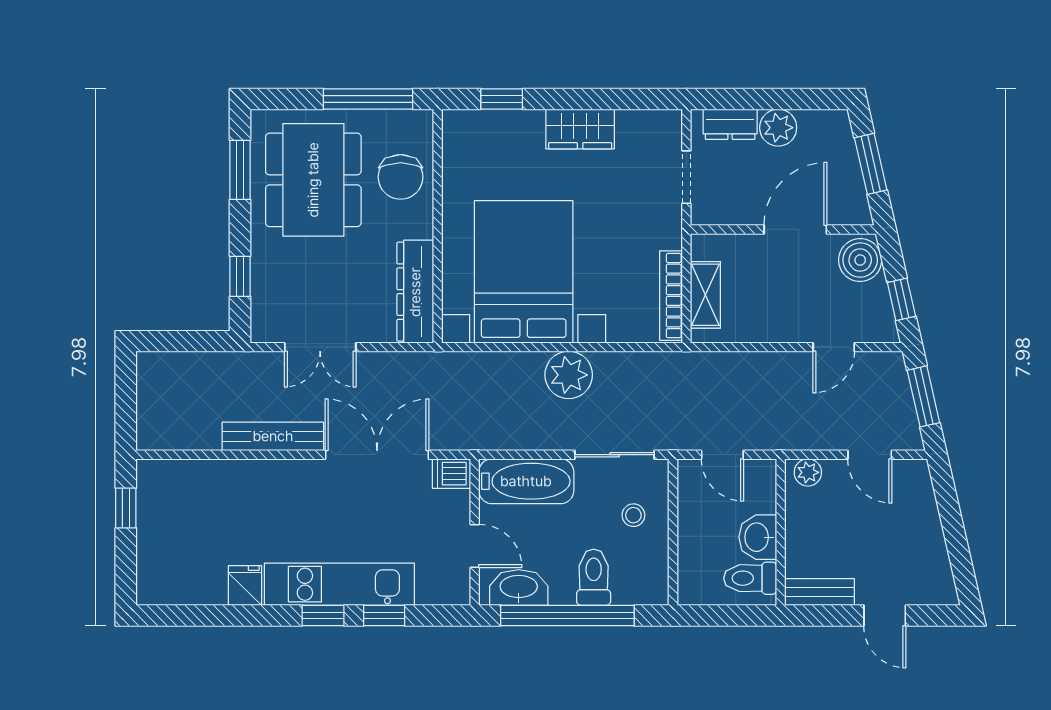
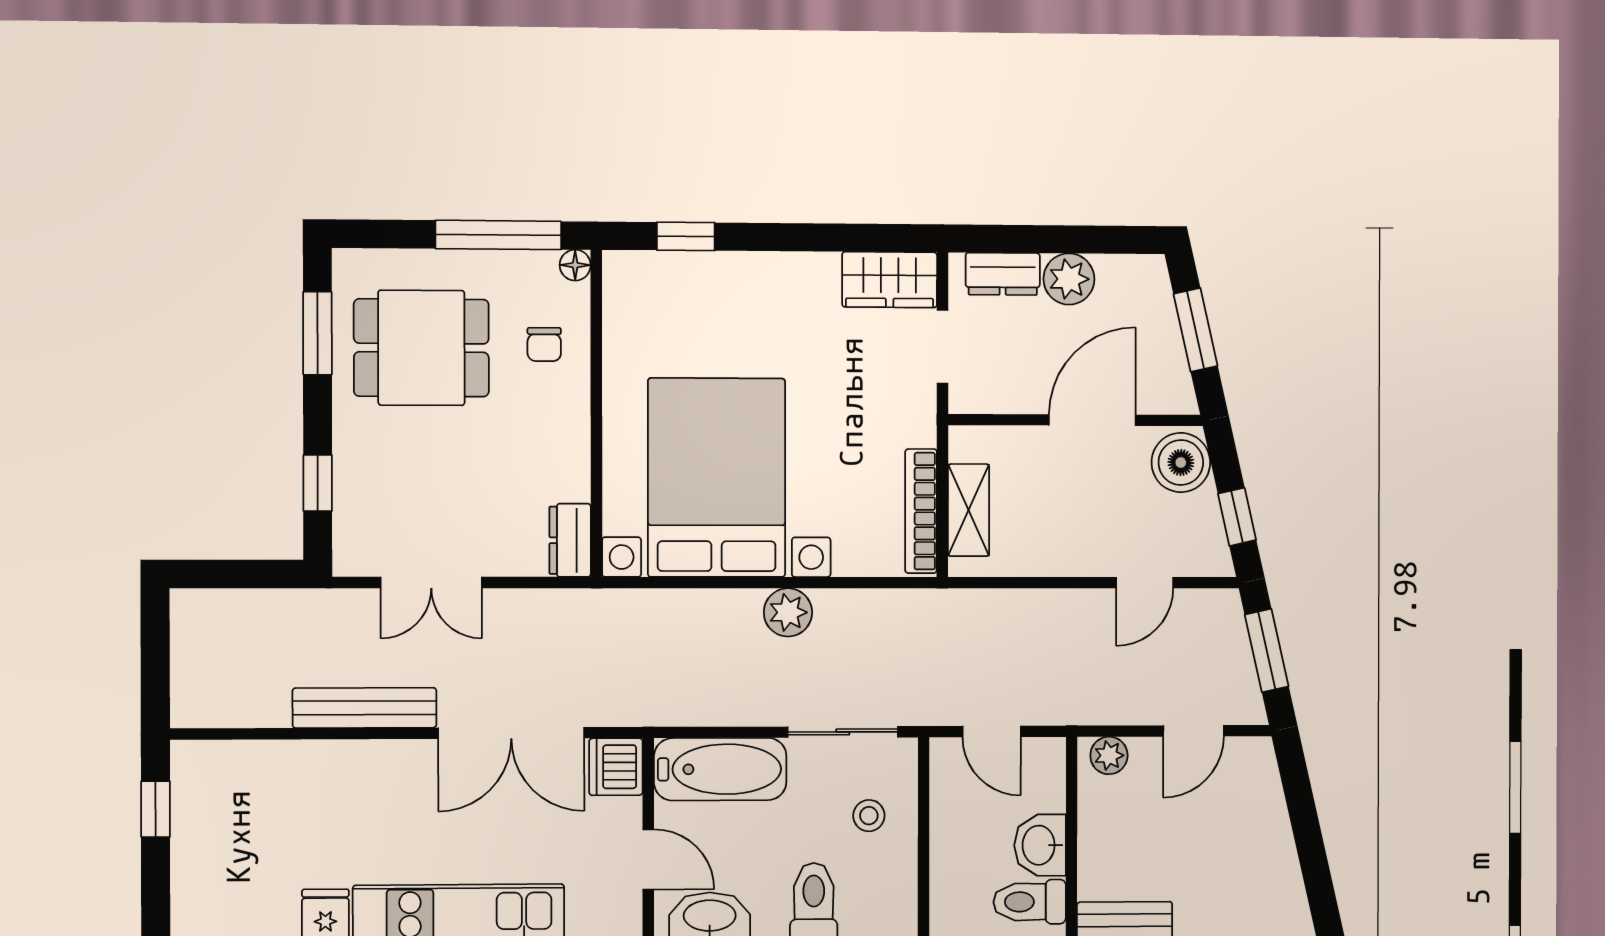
floor lamp: (423, 120) -> (575, 265), added
wardrobe: (580, 129) -> (890, 280), moved
chair: (401, 177) -> (544, 344), width x0.54, depth x0.54
dining table: (313, 180) -> (421, 348), width x0.73
dresser: (415, 292) -> (570, 540), width x0.51, depth x0.80
plant: (569, 375) -> (788, 612), width x0.73, depth x0.73
double door: (377, 455) -> (511, 733), swing flipped
door: (870, 455) -> (1194, 731), hinge flipped
dishwasher: (452, 474) -> (616, 767), width x1.38

